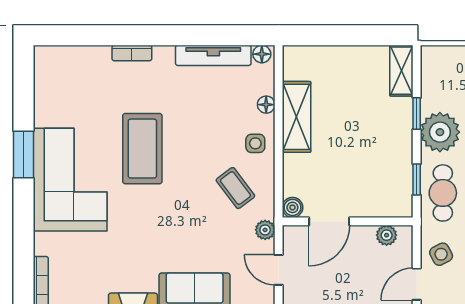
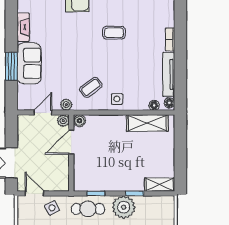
bookcase: (132, 53) -> (170, 40), moved
floor lamp: (266, 105) -> (154, 105), moved
shelving: (296, 117) -> (147, 123), moved
coffee table: (142, 149) -> (114, 33), width x0.54, depth x0.58
door: (329, 221) -> (71, 142), hinge flipped
plant: (387, 235) -> (63, 121), moved

